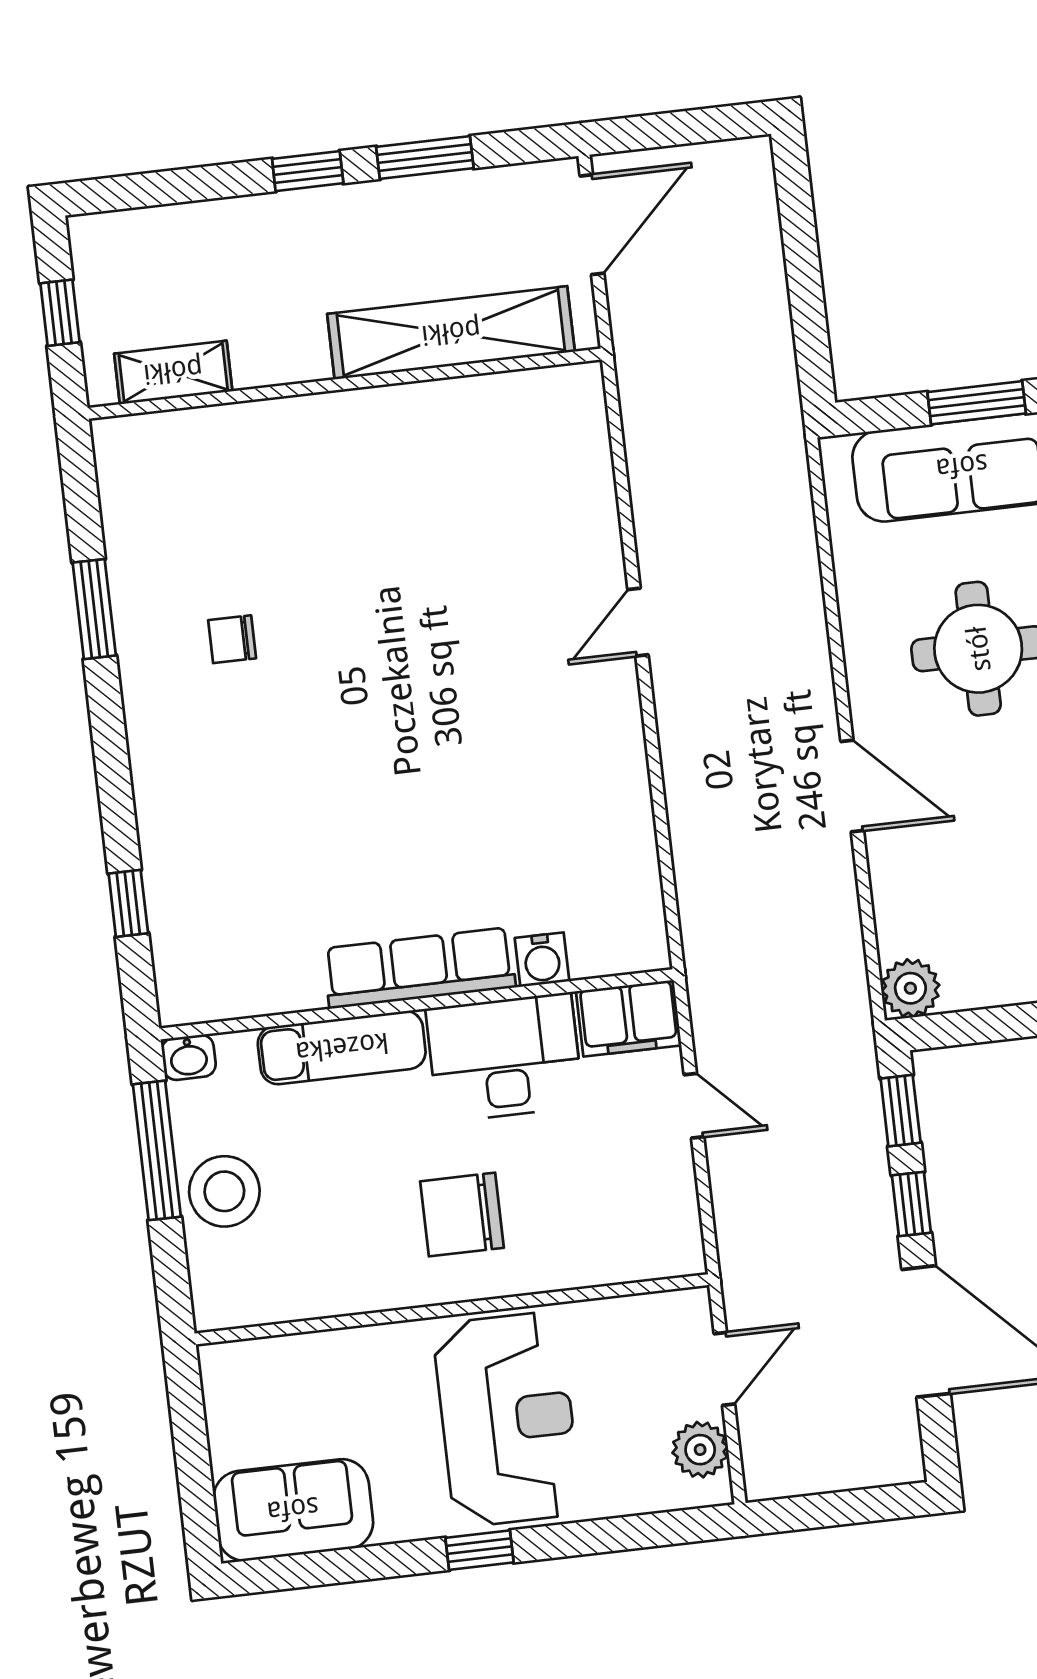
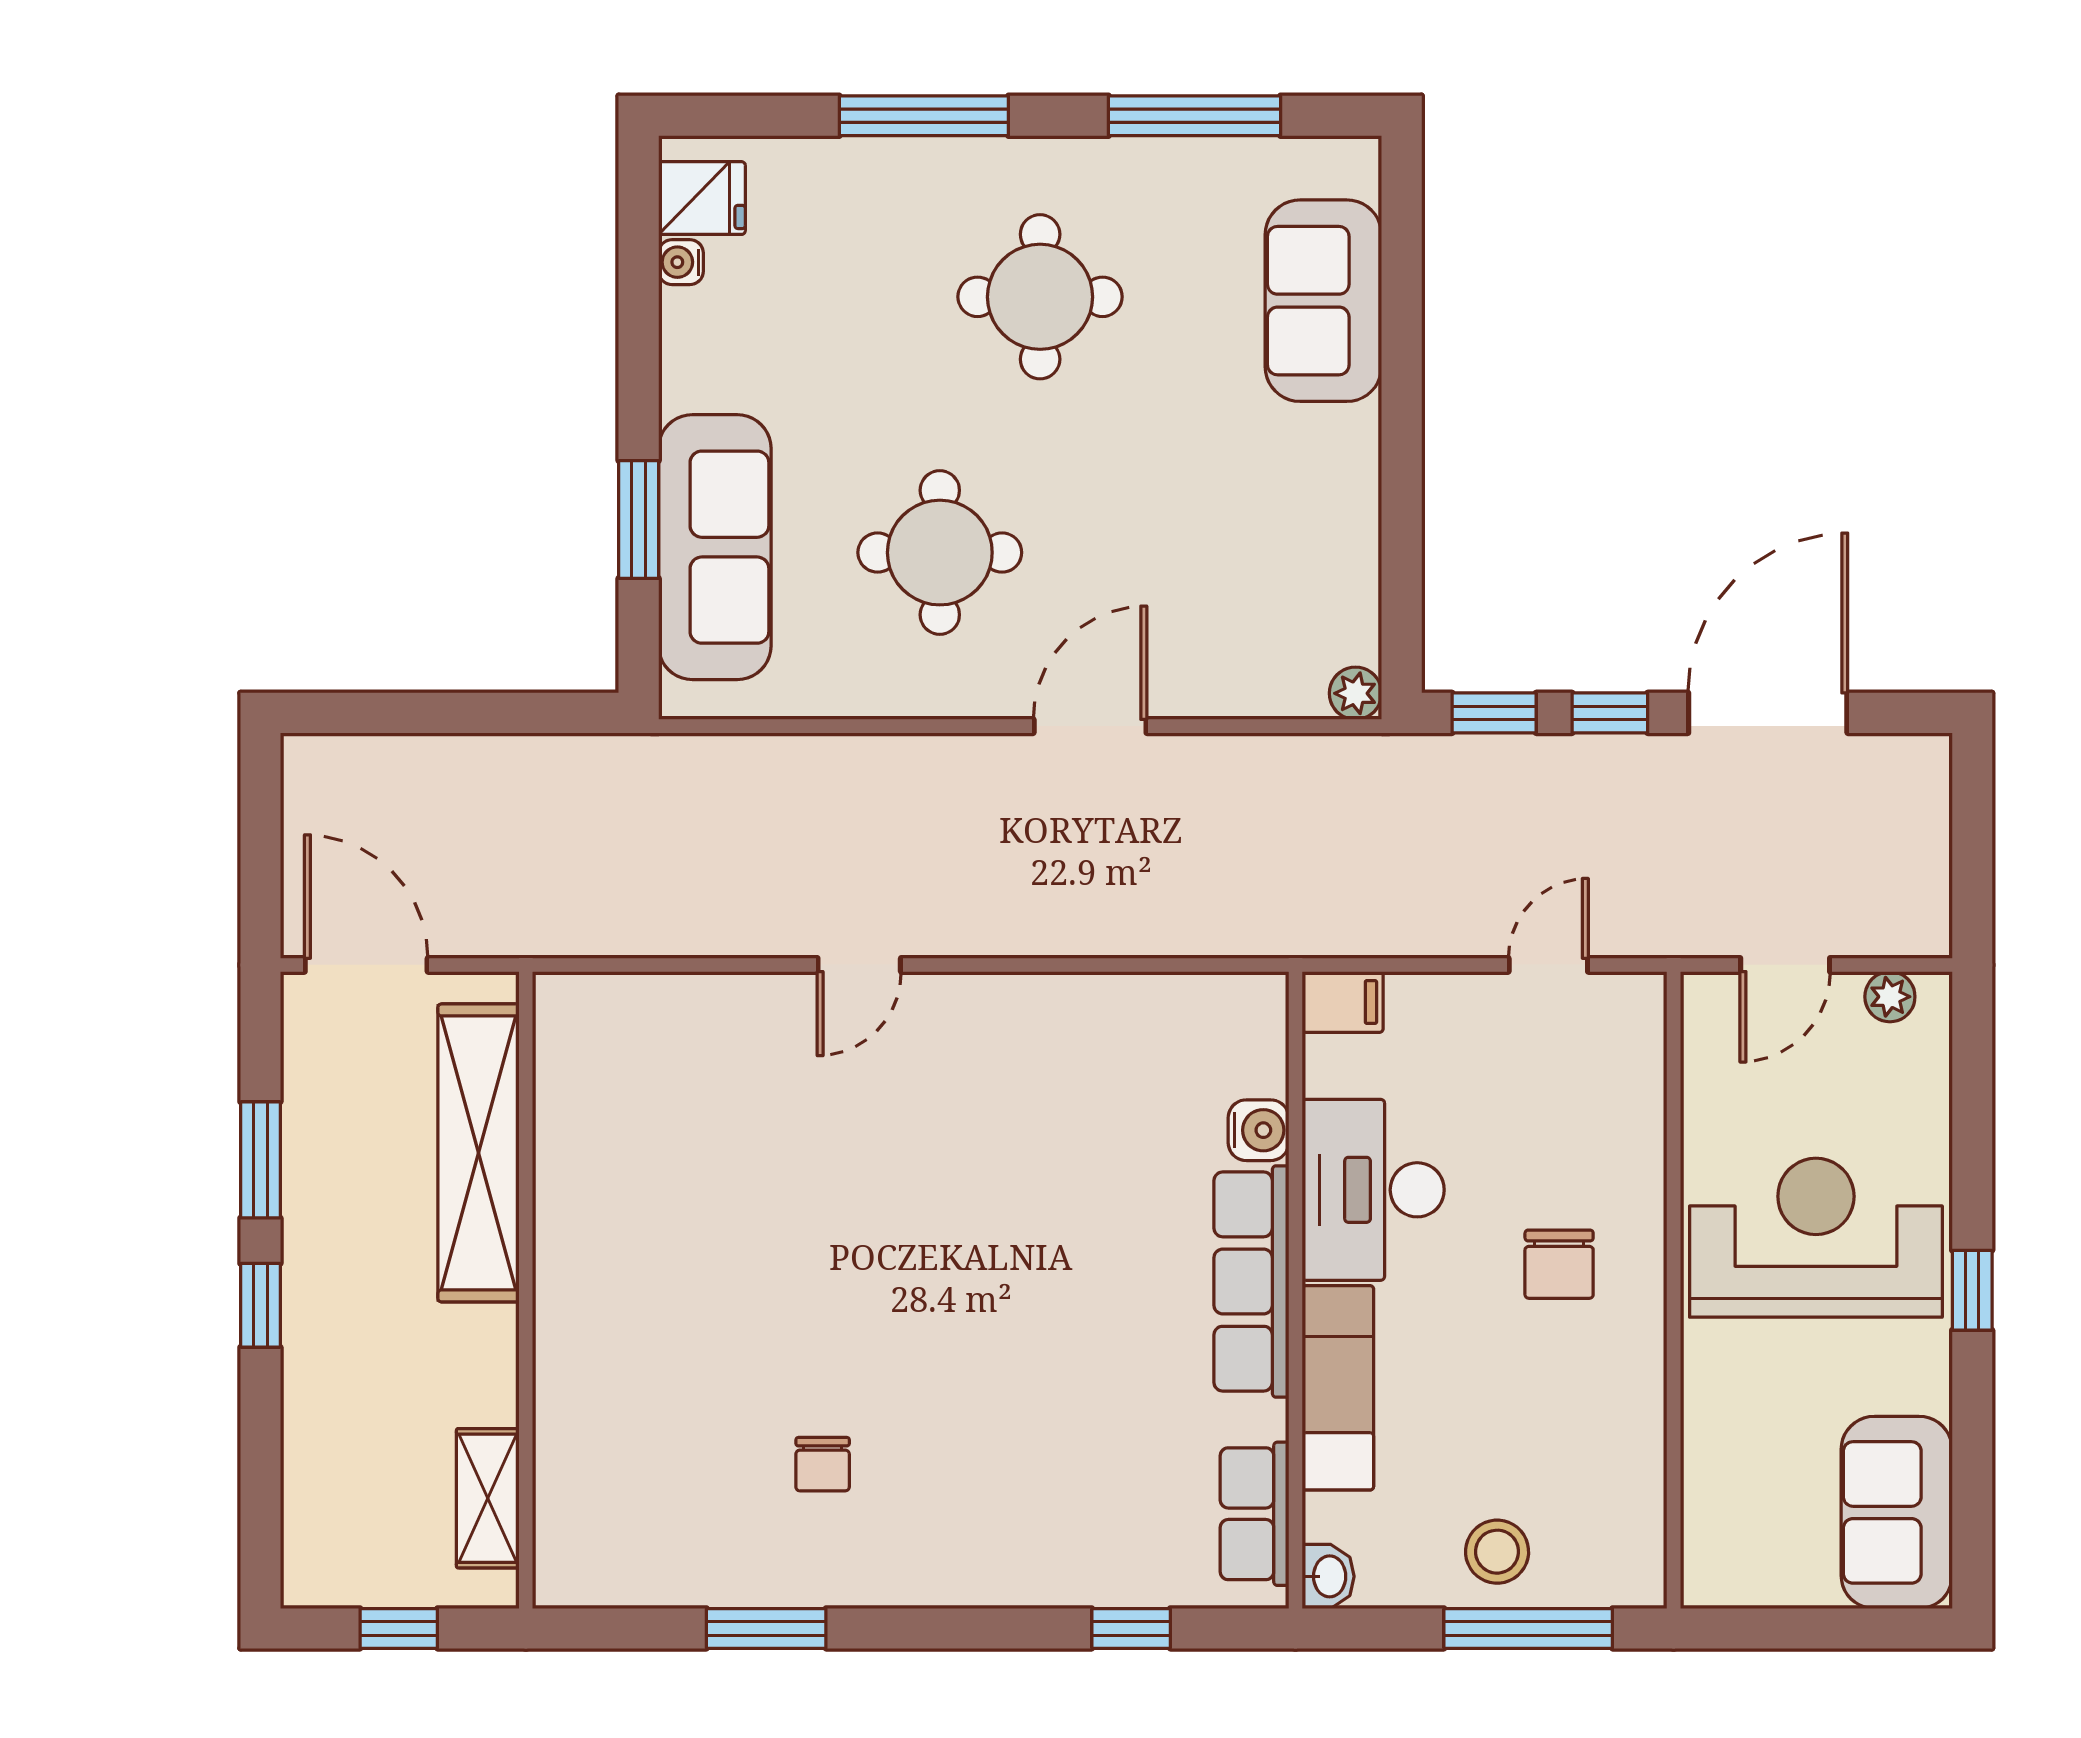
door: (638, 622) -> (859, 965), hinge flipped
plant: (910, 988) -> (1356, 693), width x0.73, depth x0.73
row of seats: (232, 992) -> (1255, 1514), added
filing cabinet: (629, 1018) -> (1343, 1002), width x0.50
door: (694, 1106) -> (1548, 965), moved
window: (157, 1150) -> (1528, 1628), moved
stool: (224, 1191) -> (1497, 1552), width x0.73, depth x0.73
chair: (462, 1215) -> (1559, 1264), width x0.73, depth x0.73
door: (724, 1369) -> (1785, 965), swing flipped
plant: (700, 1450) -> (1890, 997), width x0.73, depth x0.73

